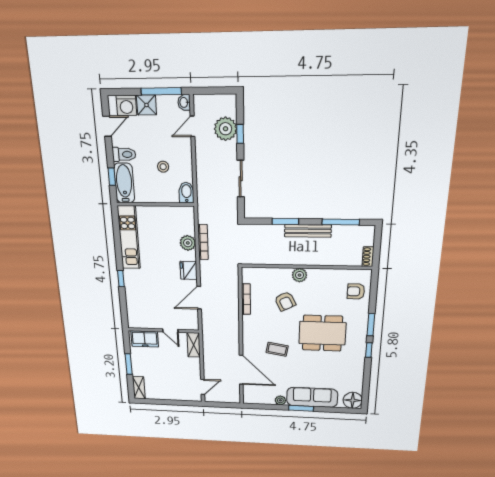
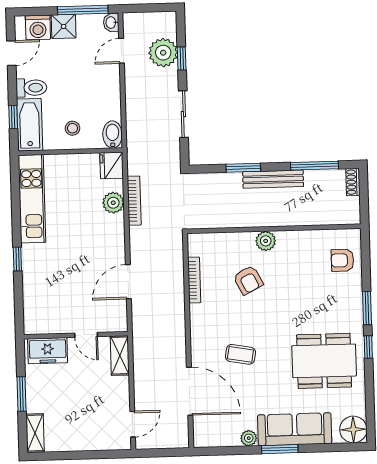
stool: (163, 167) -> (73, 128), moved
shoe rack: (368, 257) -> (353, 182), moved
fridge: (189, 270) -> (112, 165), moved
dining table: (322, 333) -> (324, 361), moved

